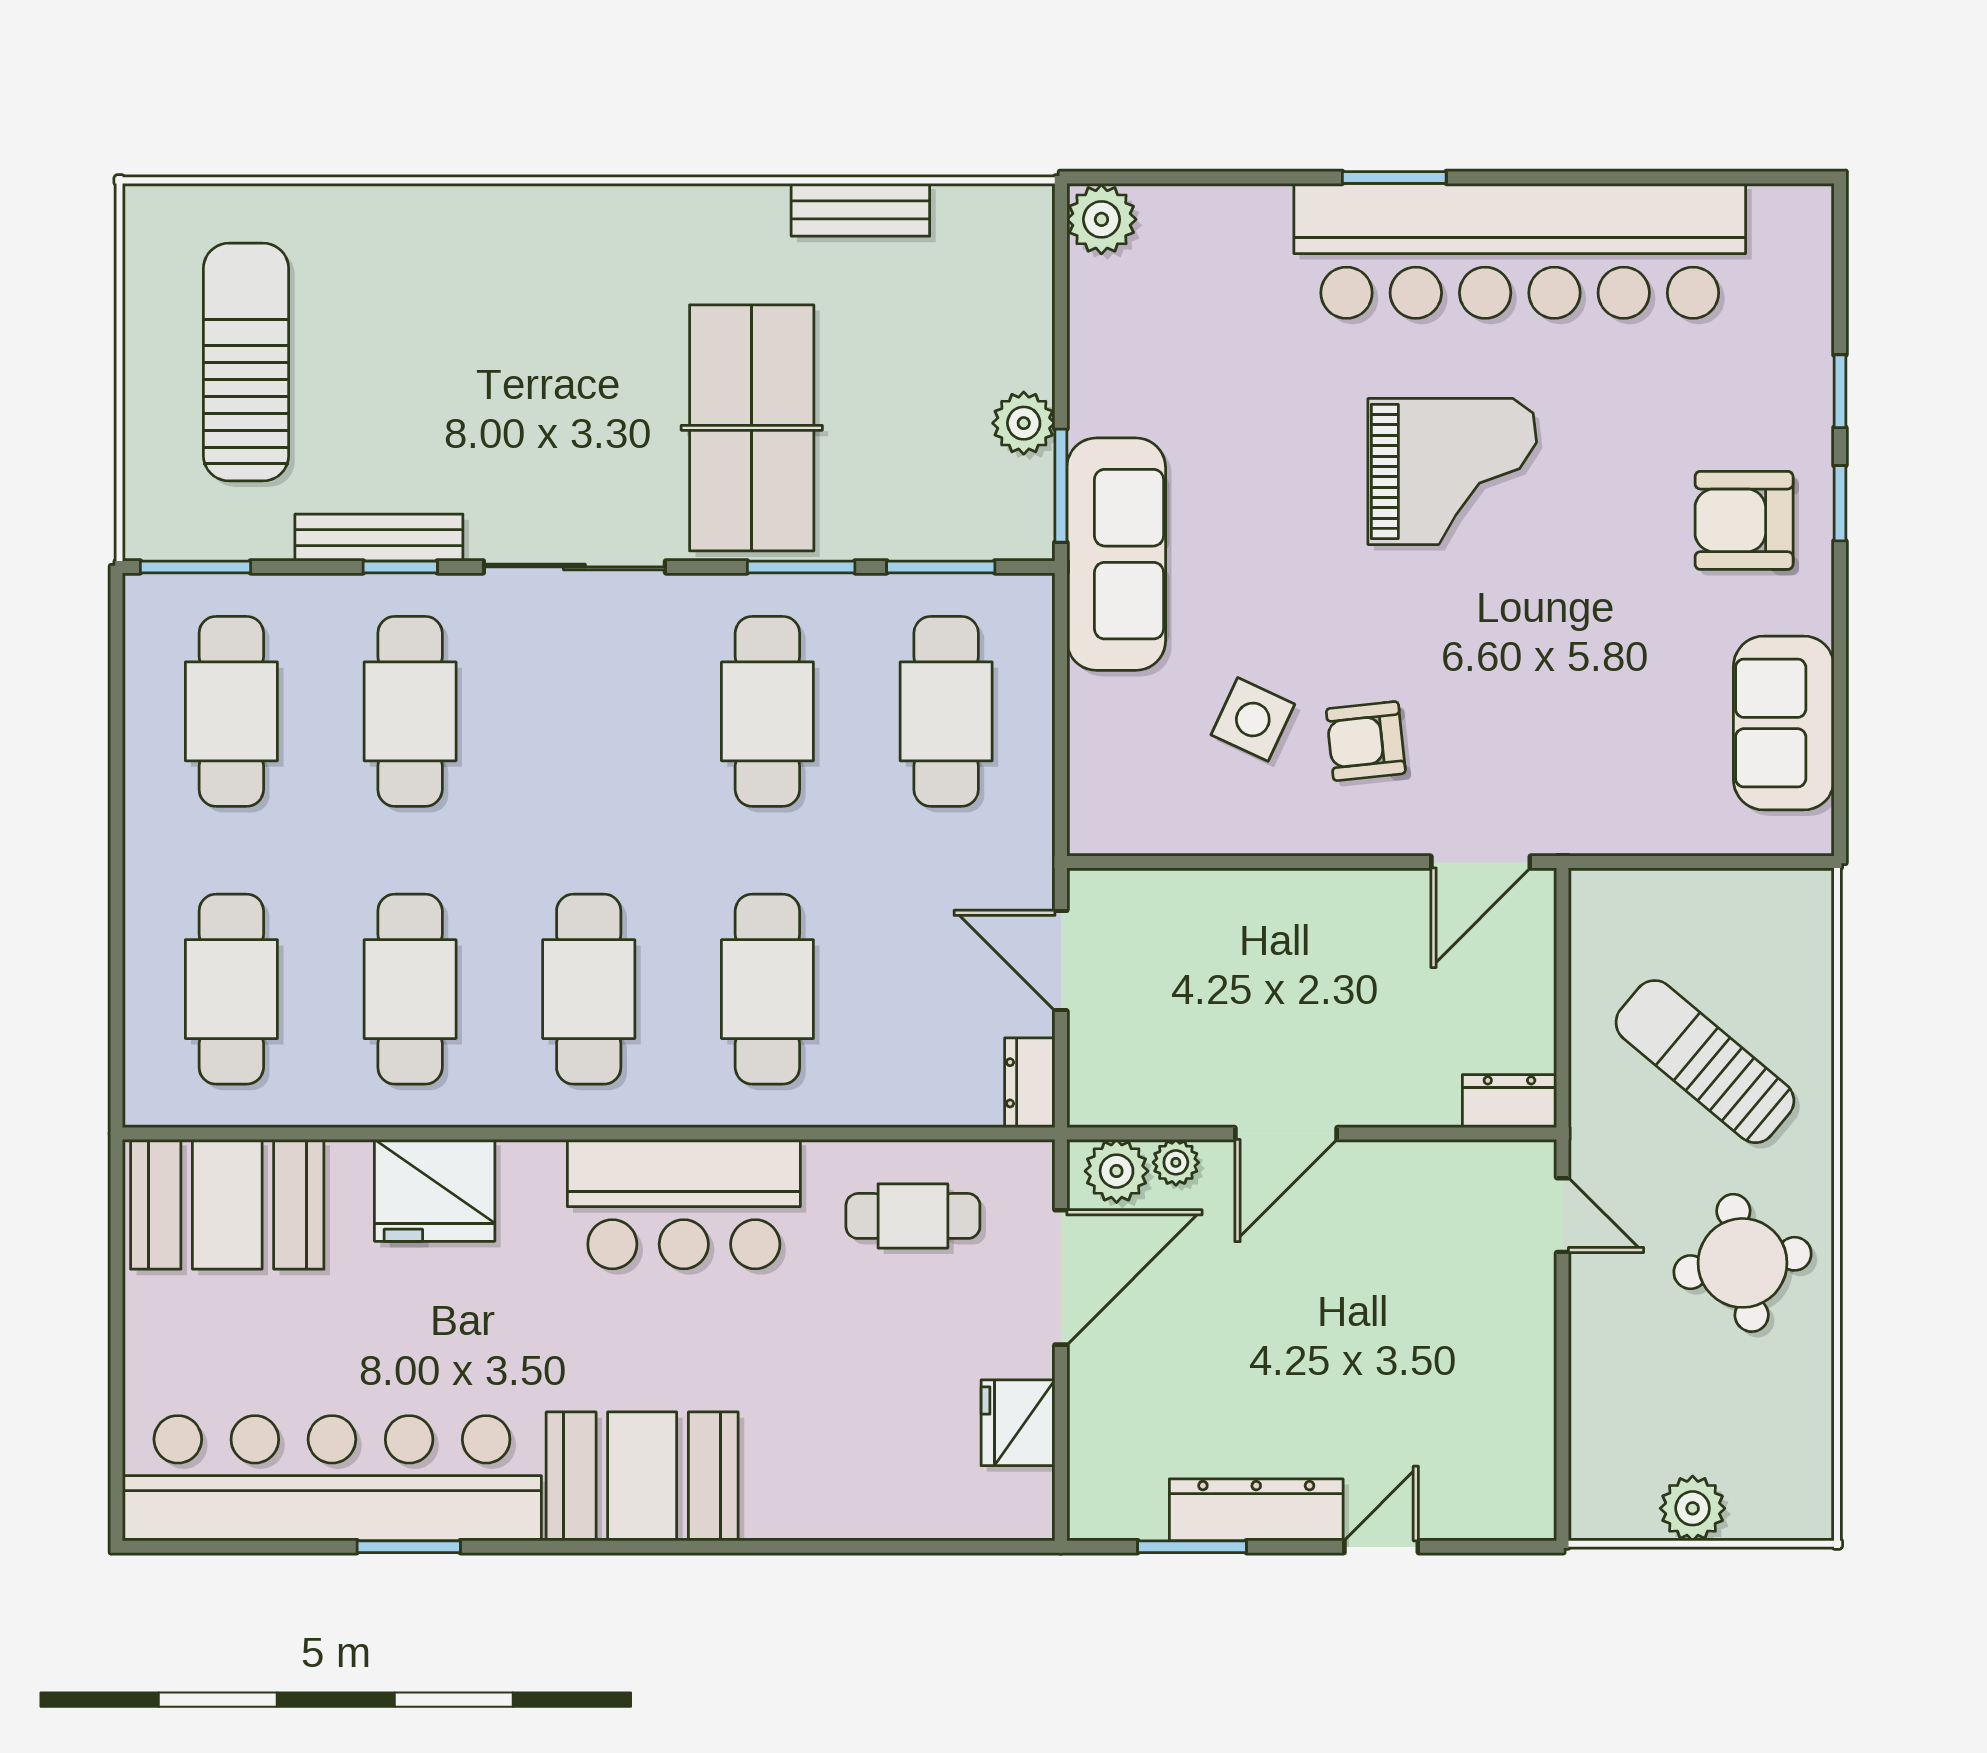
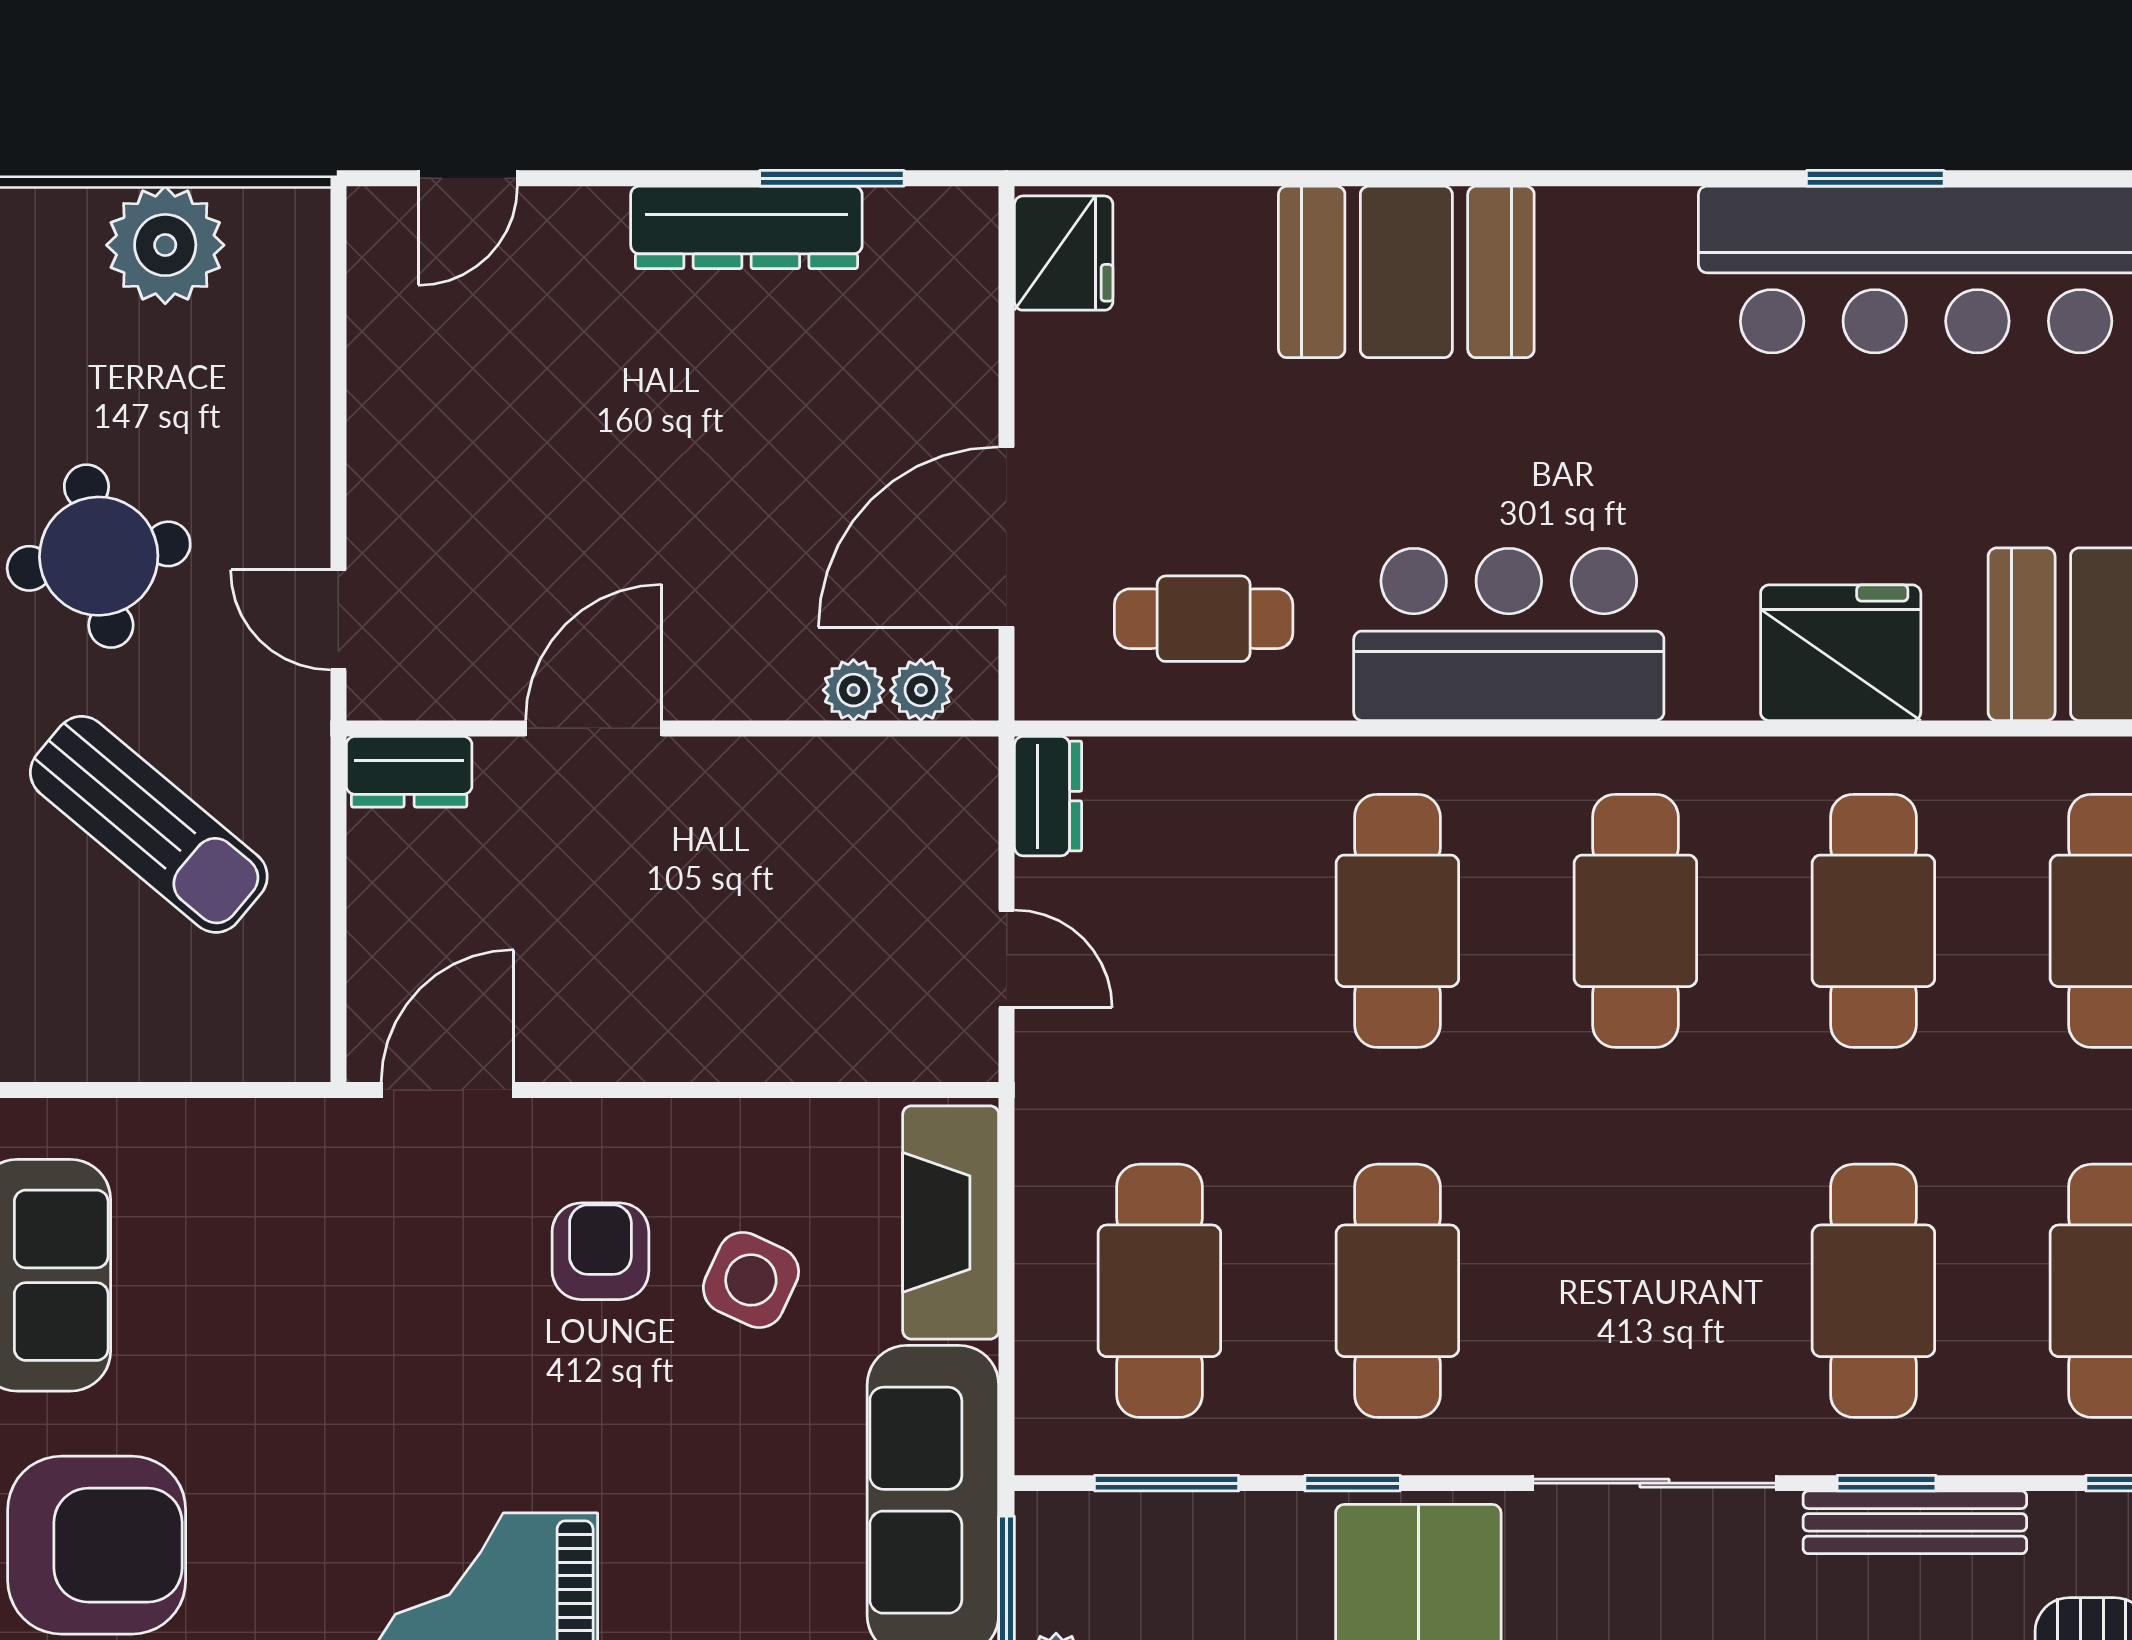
armchair: (1744, 520) -> (97, 1545), width x1.36, depth x1.36
window: (801, 567) -> (1353, 1483), width x0.67
armchair: (1366, 741) -> (600, 1251), turned -84
fireplace: (1103, 763) -> (951, 1222), added
door: (1061, 961) -> (1007, 959), width x0.73
door: (1286, 1134) -> (594, 728), moved
plant: (1117, 1171) -> (921, 690), width x0.73, depth x0.73
fridge: (1018, 1423) -> (1064, 253), moved
booth: (642, 1476) -> (1406, 272), moved
plant: (1693, 1508) -> (165, 245), width x1.36, depth x1.36
door: (1381, 1547) -> (468, 178), moved

